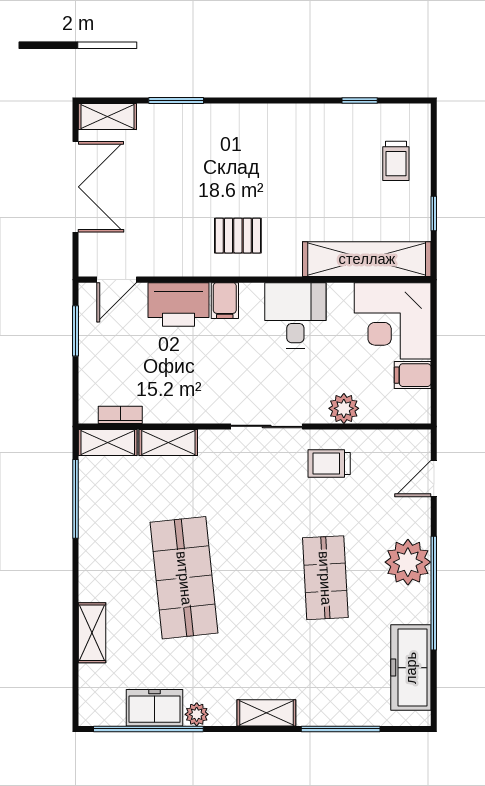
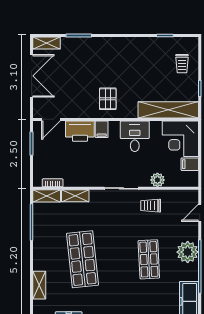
pallet: (238, 236) -> (108, 99), turned 90

